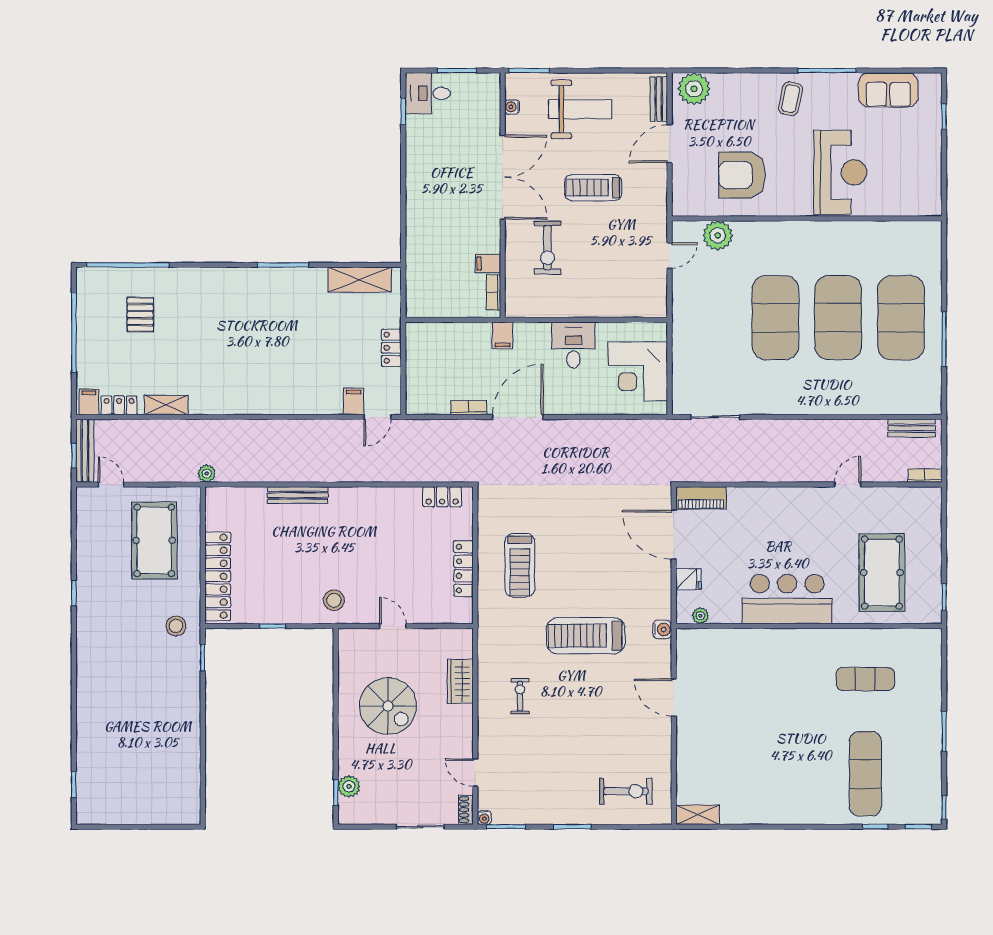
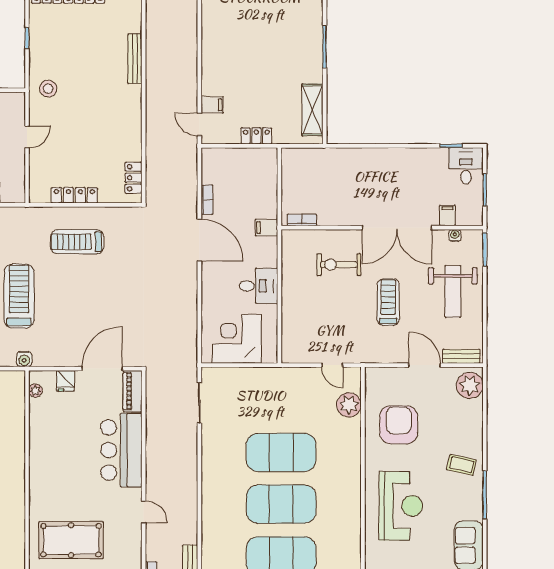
reception desk: (840, 172) -> (401, 506), turned -90
filing cabinet: (488, 264) -> (447, 215), moved
bar counter: (787, 599) -> (121, 450), moved, turned 180

